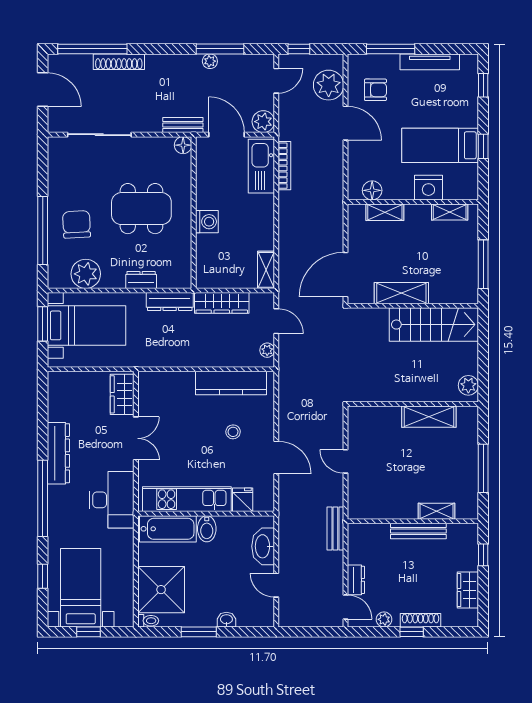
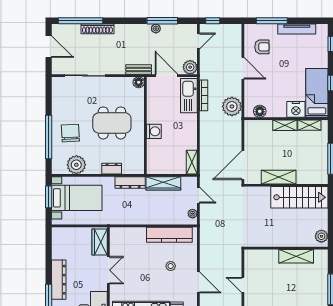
plant: (329, 85) -> (232, 106), moved
bed: (440, 145) -> (317, 93), moved, turned 90
shelving: (385, 212) -> (285, 125), moved

